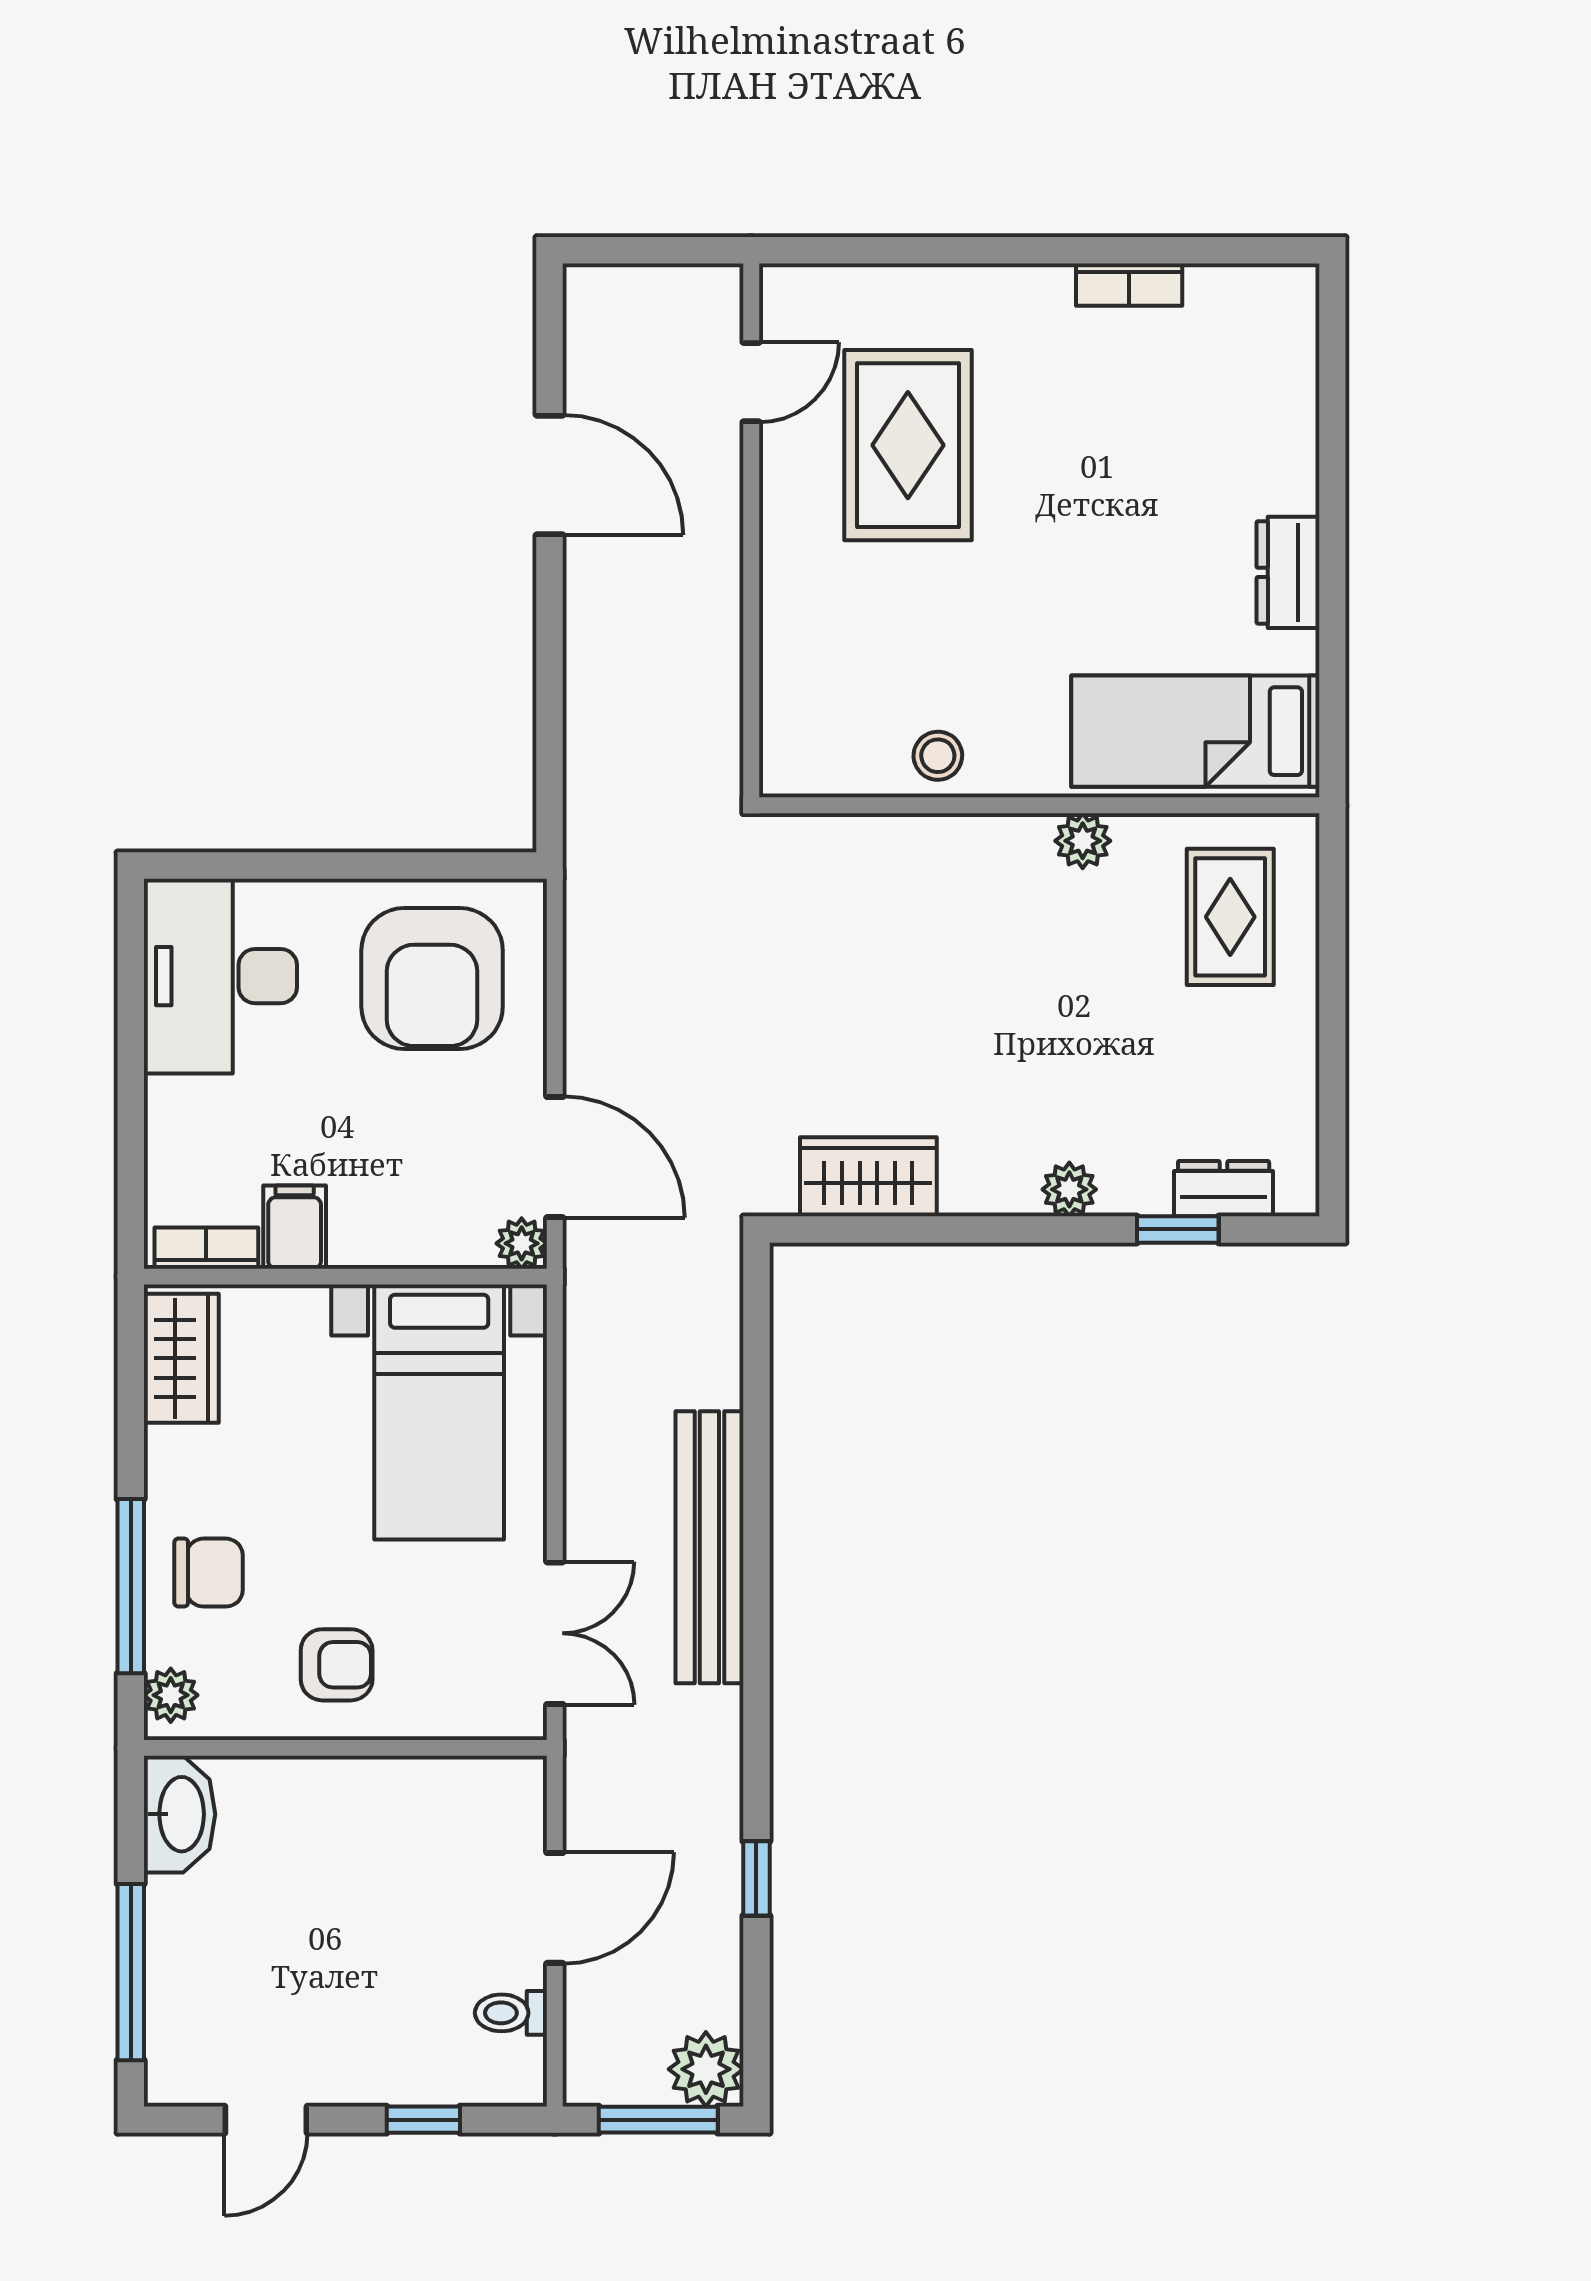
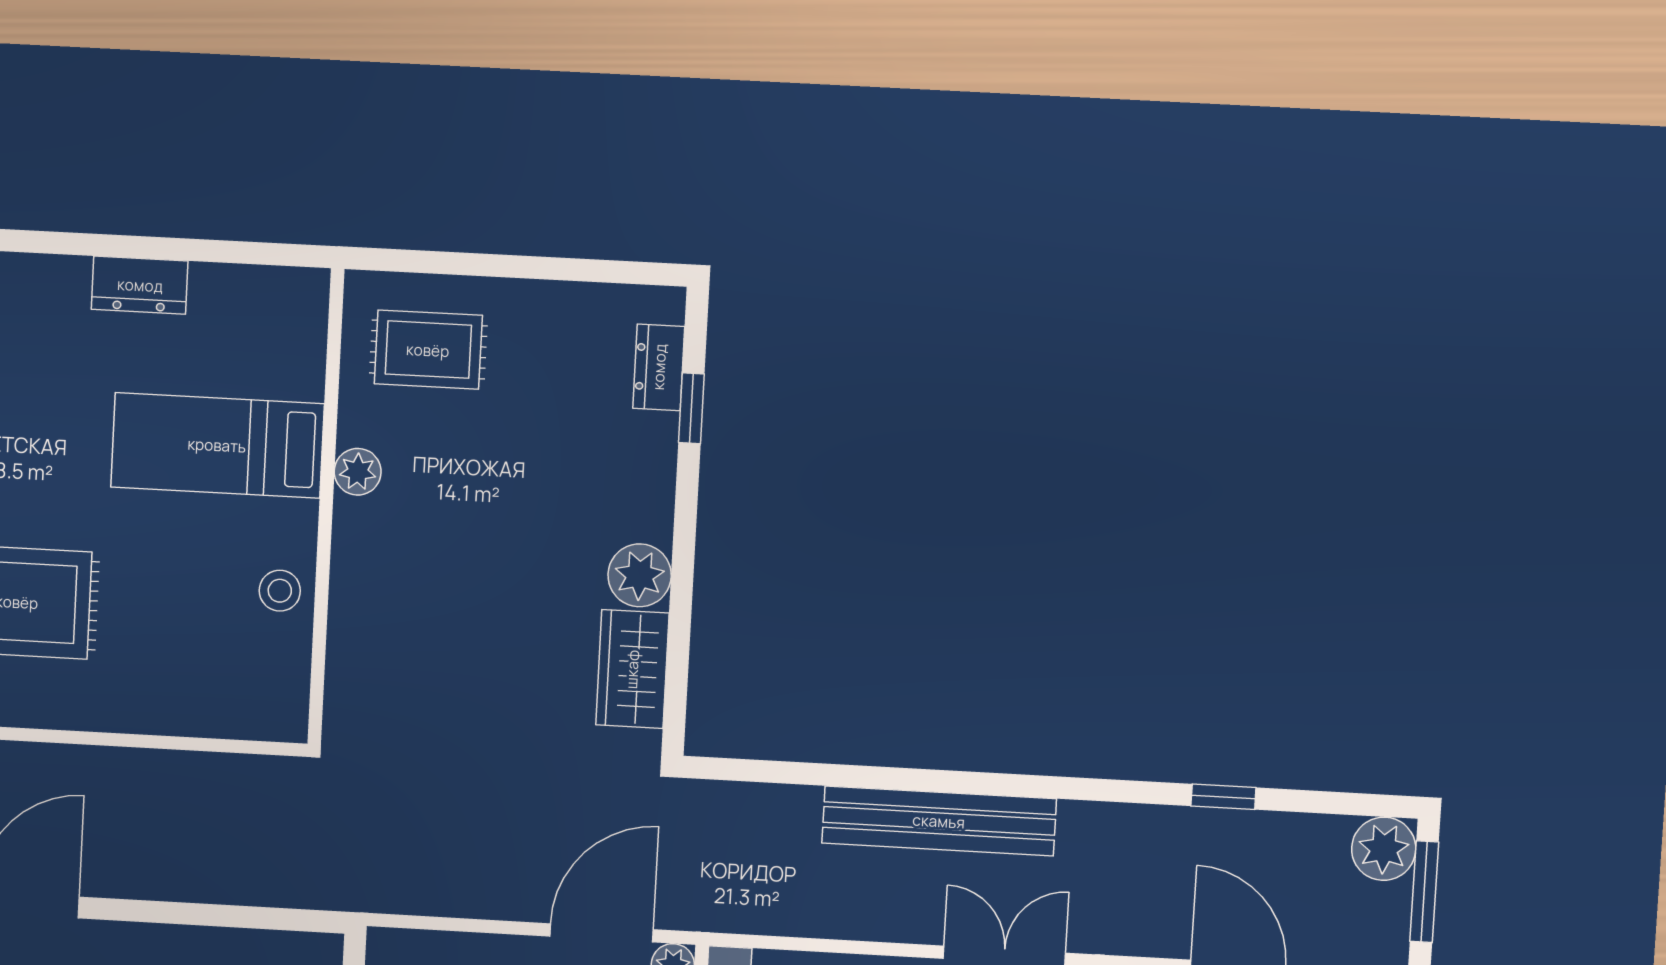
bed: (1195, 731) -> (217, 445), moved, turned 90
plant: (1069, 1189) -> (640, 575), moved, width x1.38, depth x1.38

